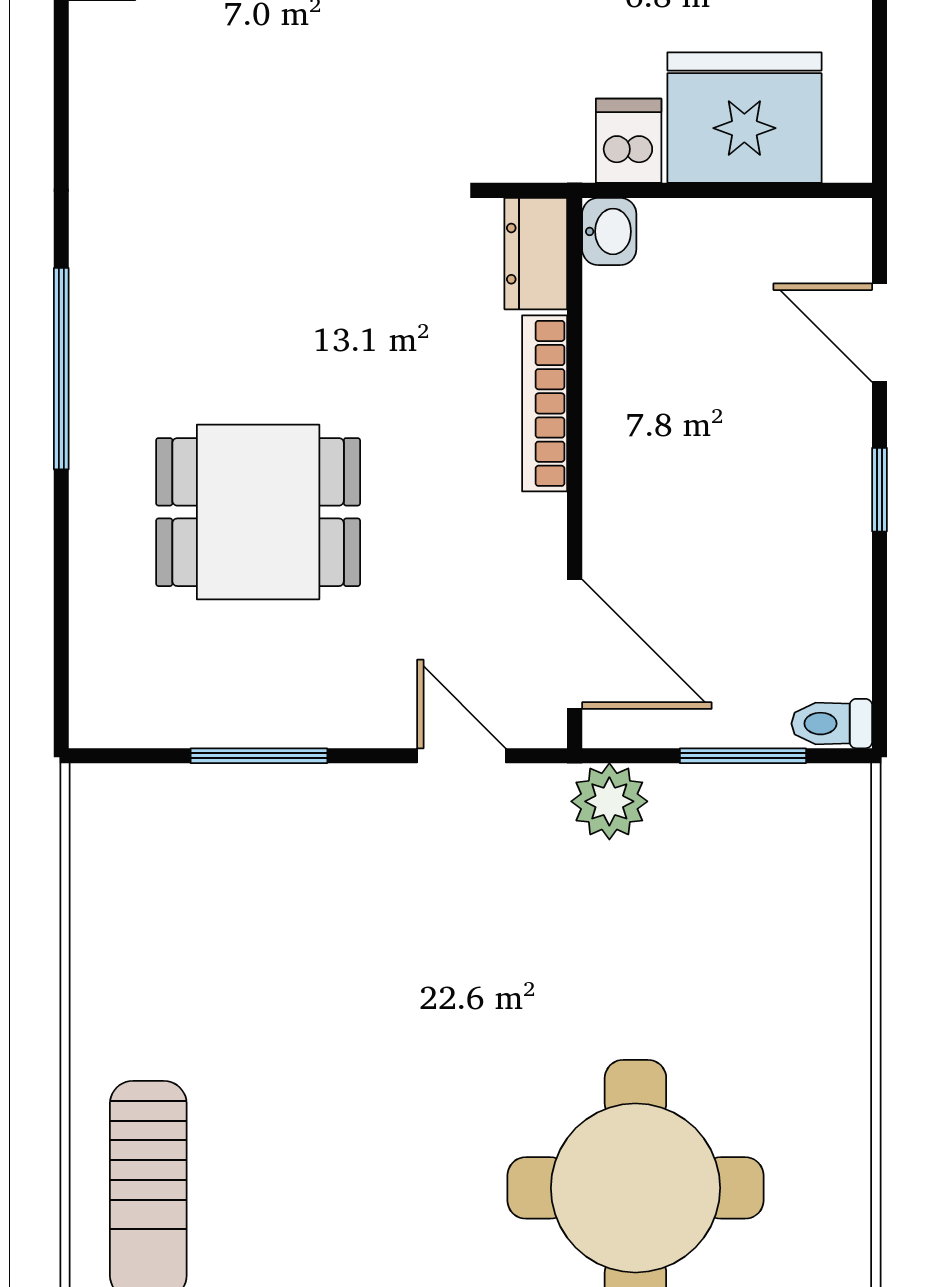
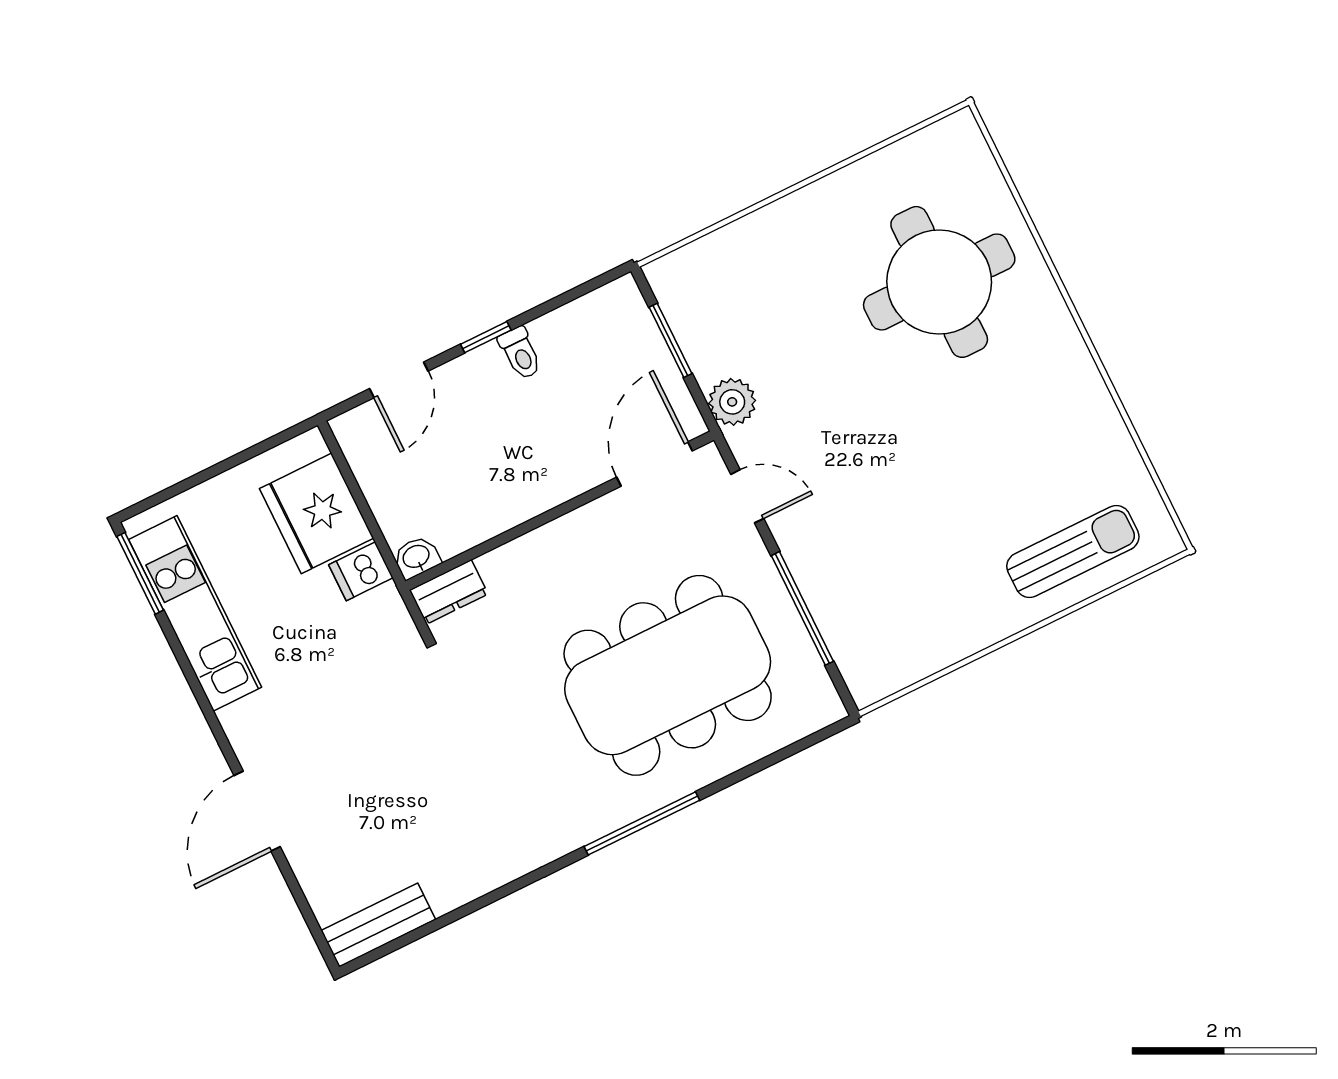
bookcase: (545, 403) -> (529, 546), removed
dining table: (258, 512) -> (668, 675), width x1.88, depth x1.24
toilet: (832, 724) -> (520, 353), moved
window: (259, 756) -> (802, 608), width x1.44
door: (461, 756) -> (747, 496), swing flipped

